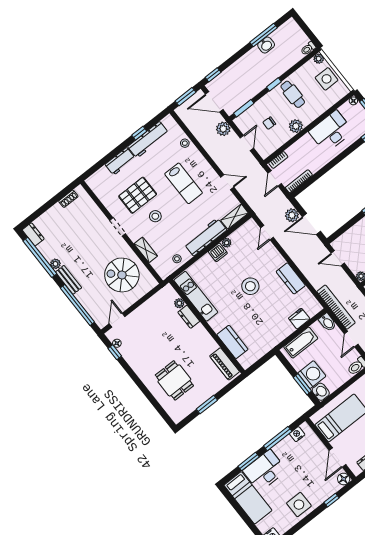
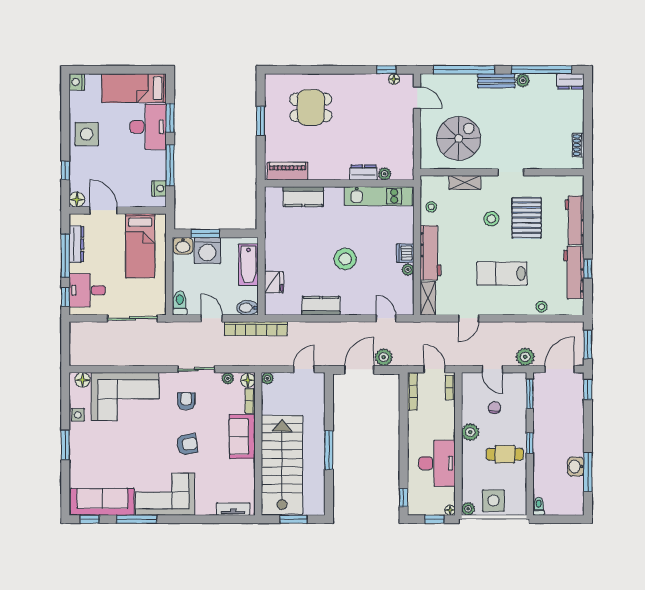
plant: (319, 59) -> (468, 509), moved
workbench: (120, 161) -> (575, 220), width x1.38

